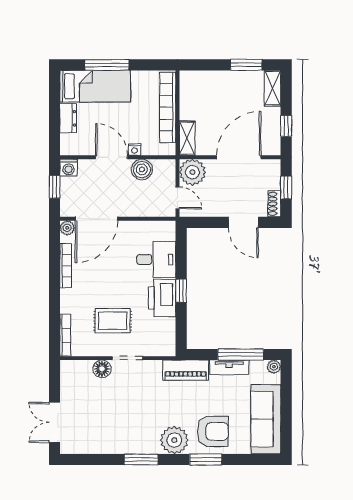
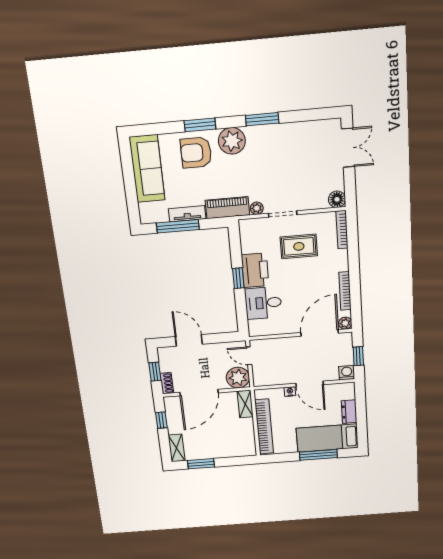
boiler: (142, 169) -> (282, 376), removed
shoe rack: (274, 204) -> (167, 383), moved
plant: (274, 367) -> (257, 208), moved
floor lamp: (102, 369) -> (337, 199), moved

